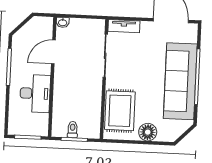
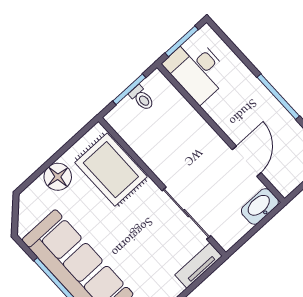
washbasin: (63, 22) -> (260, 206), width x1.91, depth x1.45
desk: (35, 93) -> (197, 70), moved

